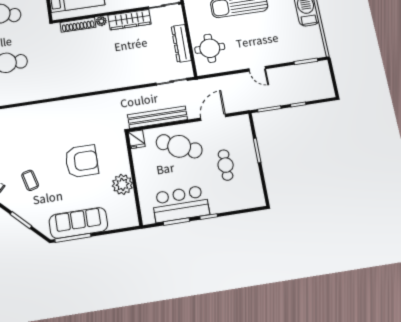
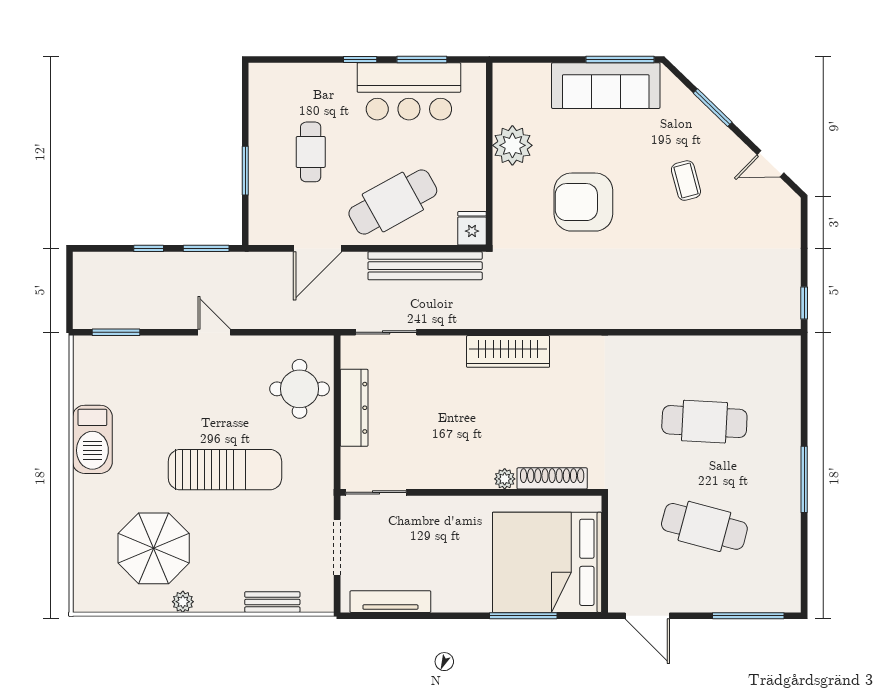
wardrobe: (130, 20) -> (508, 351), moved, turned 180
cafe table: (179, 146) -> (393, 202), turned -53

